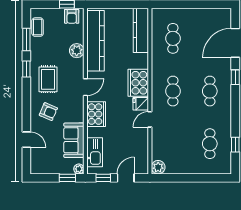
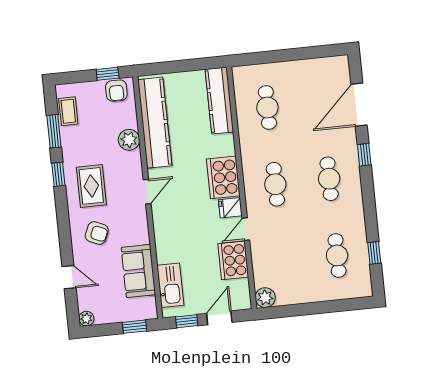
cooker: (96, 114) -> (233, 260), moved, turned 180
plant: (79, 169) -> (86, 319), moved

